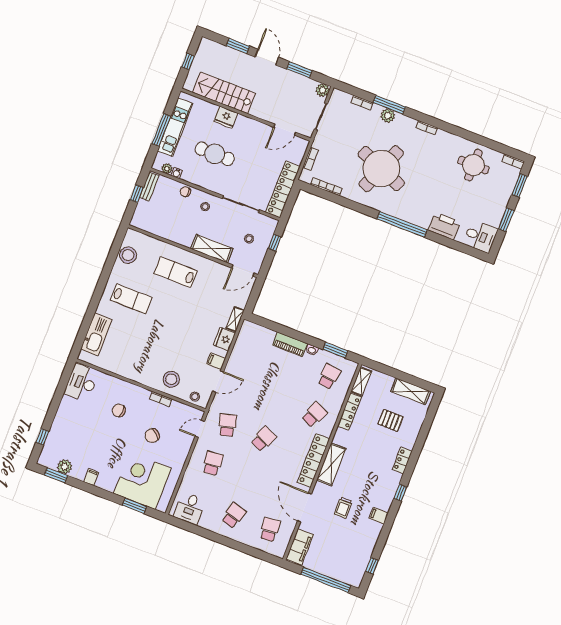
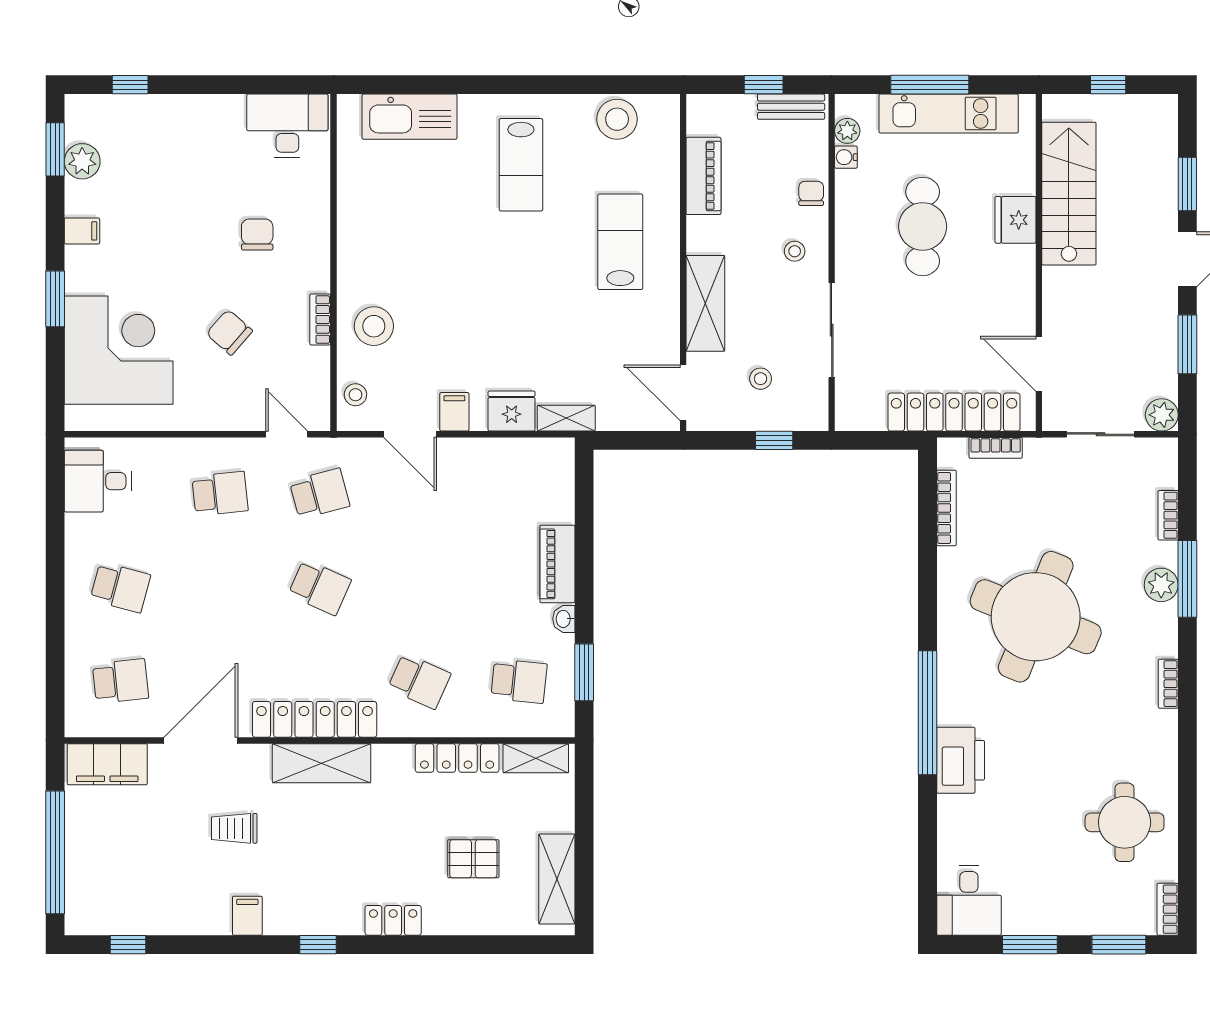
locker: (283, 189) -> (954, 412), moved
printer: (444, 226) -> (961, 760), moved
piano: (163, 230) -> (704, 176), added
pallet: (390, 420) -> (473, 859), turned 90
window: (134, 506) -> (55, 299), moved

